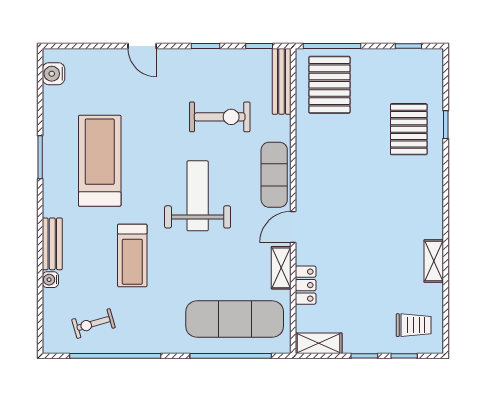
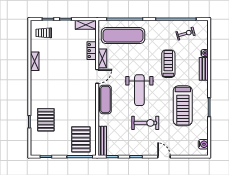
exercise bike: (220, 117) -> (145, 123), moved, turned 180

